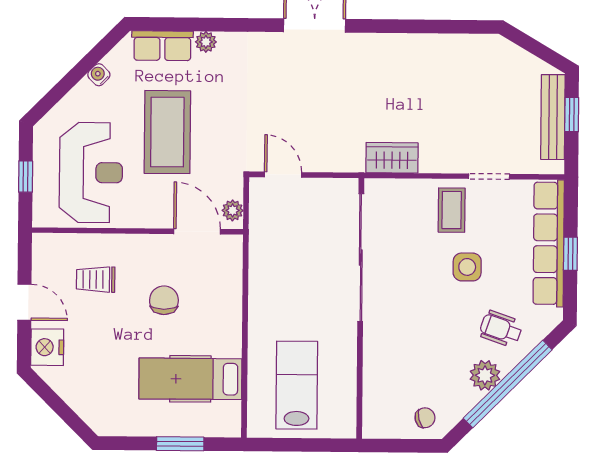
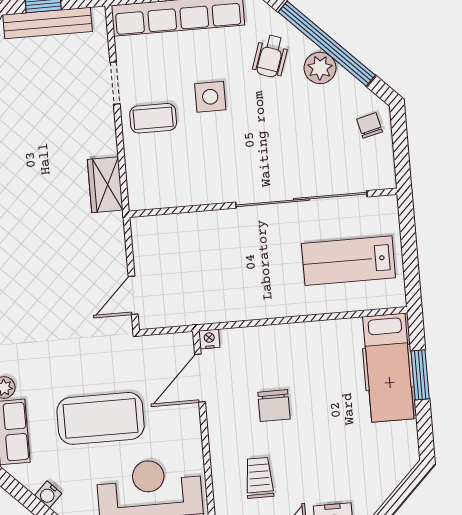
plant: (233, 210) -> (175, 344), removed
nightstand: (234, 244) -> (209, 339), added
sliding door: (361, 258) -> (301, 199), moved
trolley: (96, 279) -> (259, 478), turned 180
chair: (164, 300) -> (274, 406), turned -90
hospital bed: (190, 379) -> (388, 368), moved

